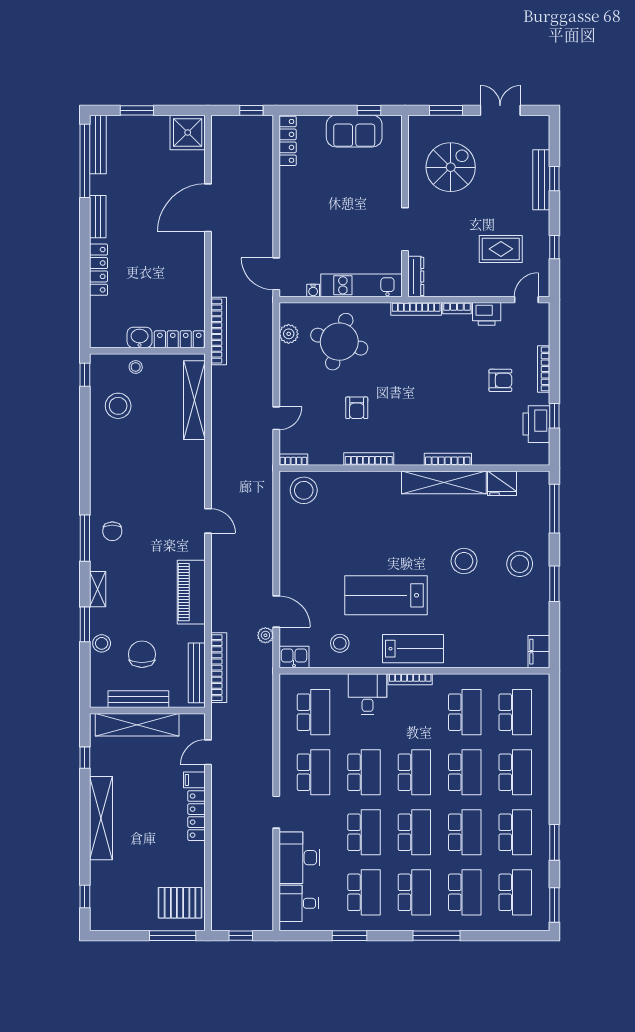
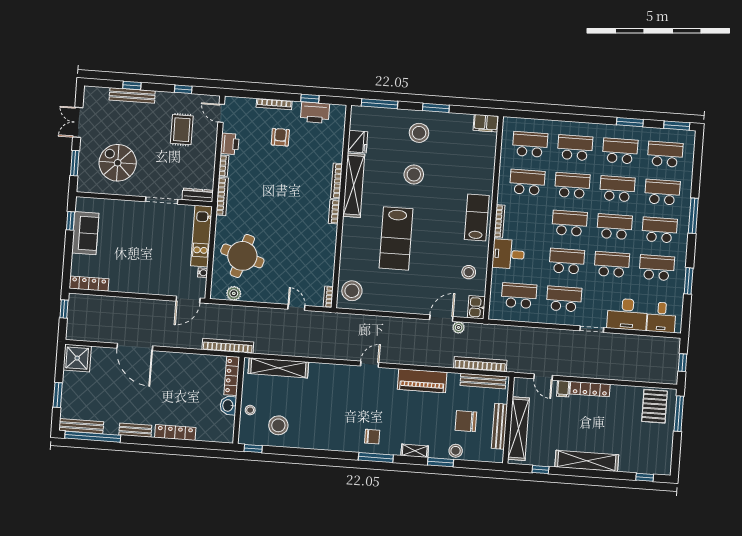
armchair: (357, 408) -> (293, 246), removed
bookcase: (369, 459) -> (334, 212), moved, width x0.64
lab bench: (386, 595) -> (396, 238), moved

